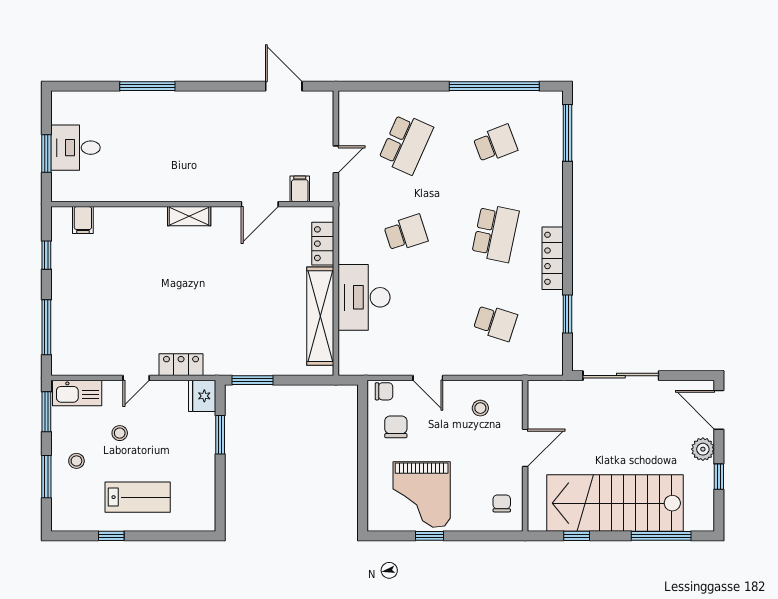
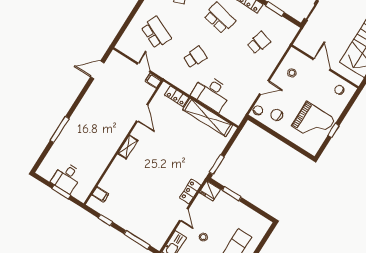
filing cabinet: (300, 189) -> (153, 81), moved
school desk: (406, 233) -> (195, 57), turned 42

